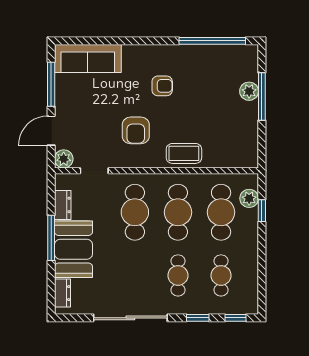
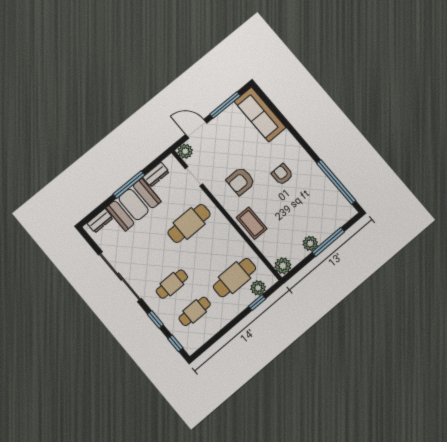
armchair: (162, 86) -> (282, 174), turned 180
plant: (249, 91) -> (310, 243), moved
plant: (248, 158) -> (283, 266), added
cafe table: (178, 212) -> (212, 250), removed

